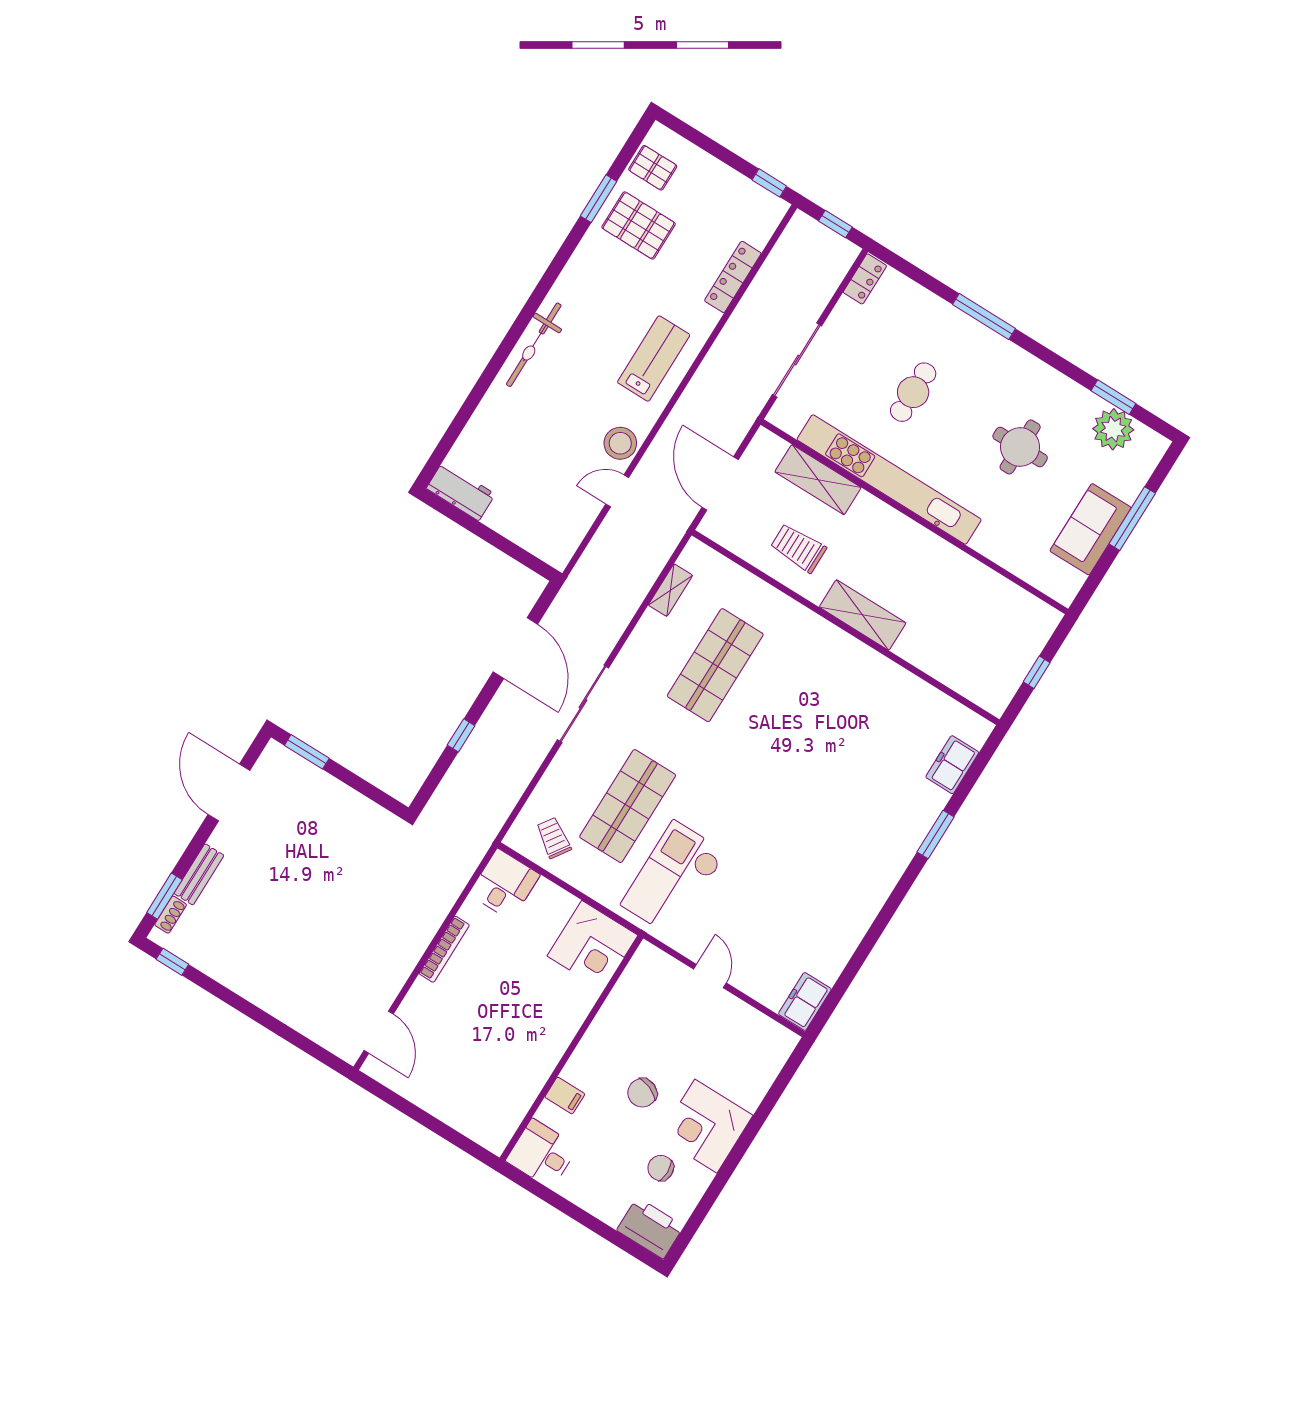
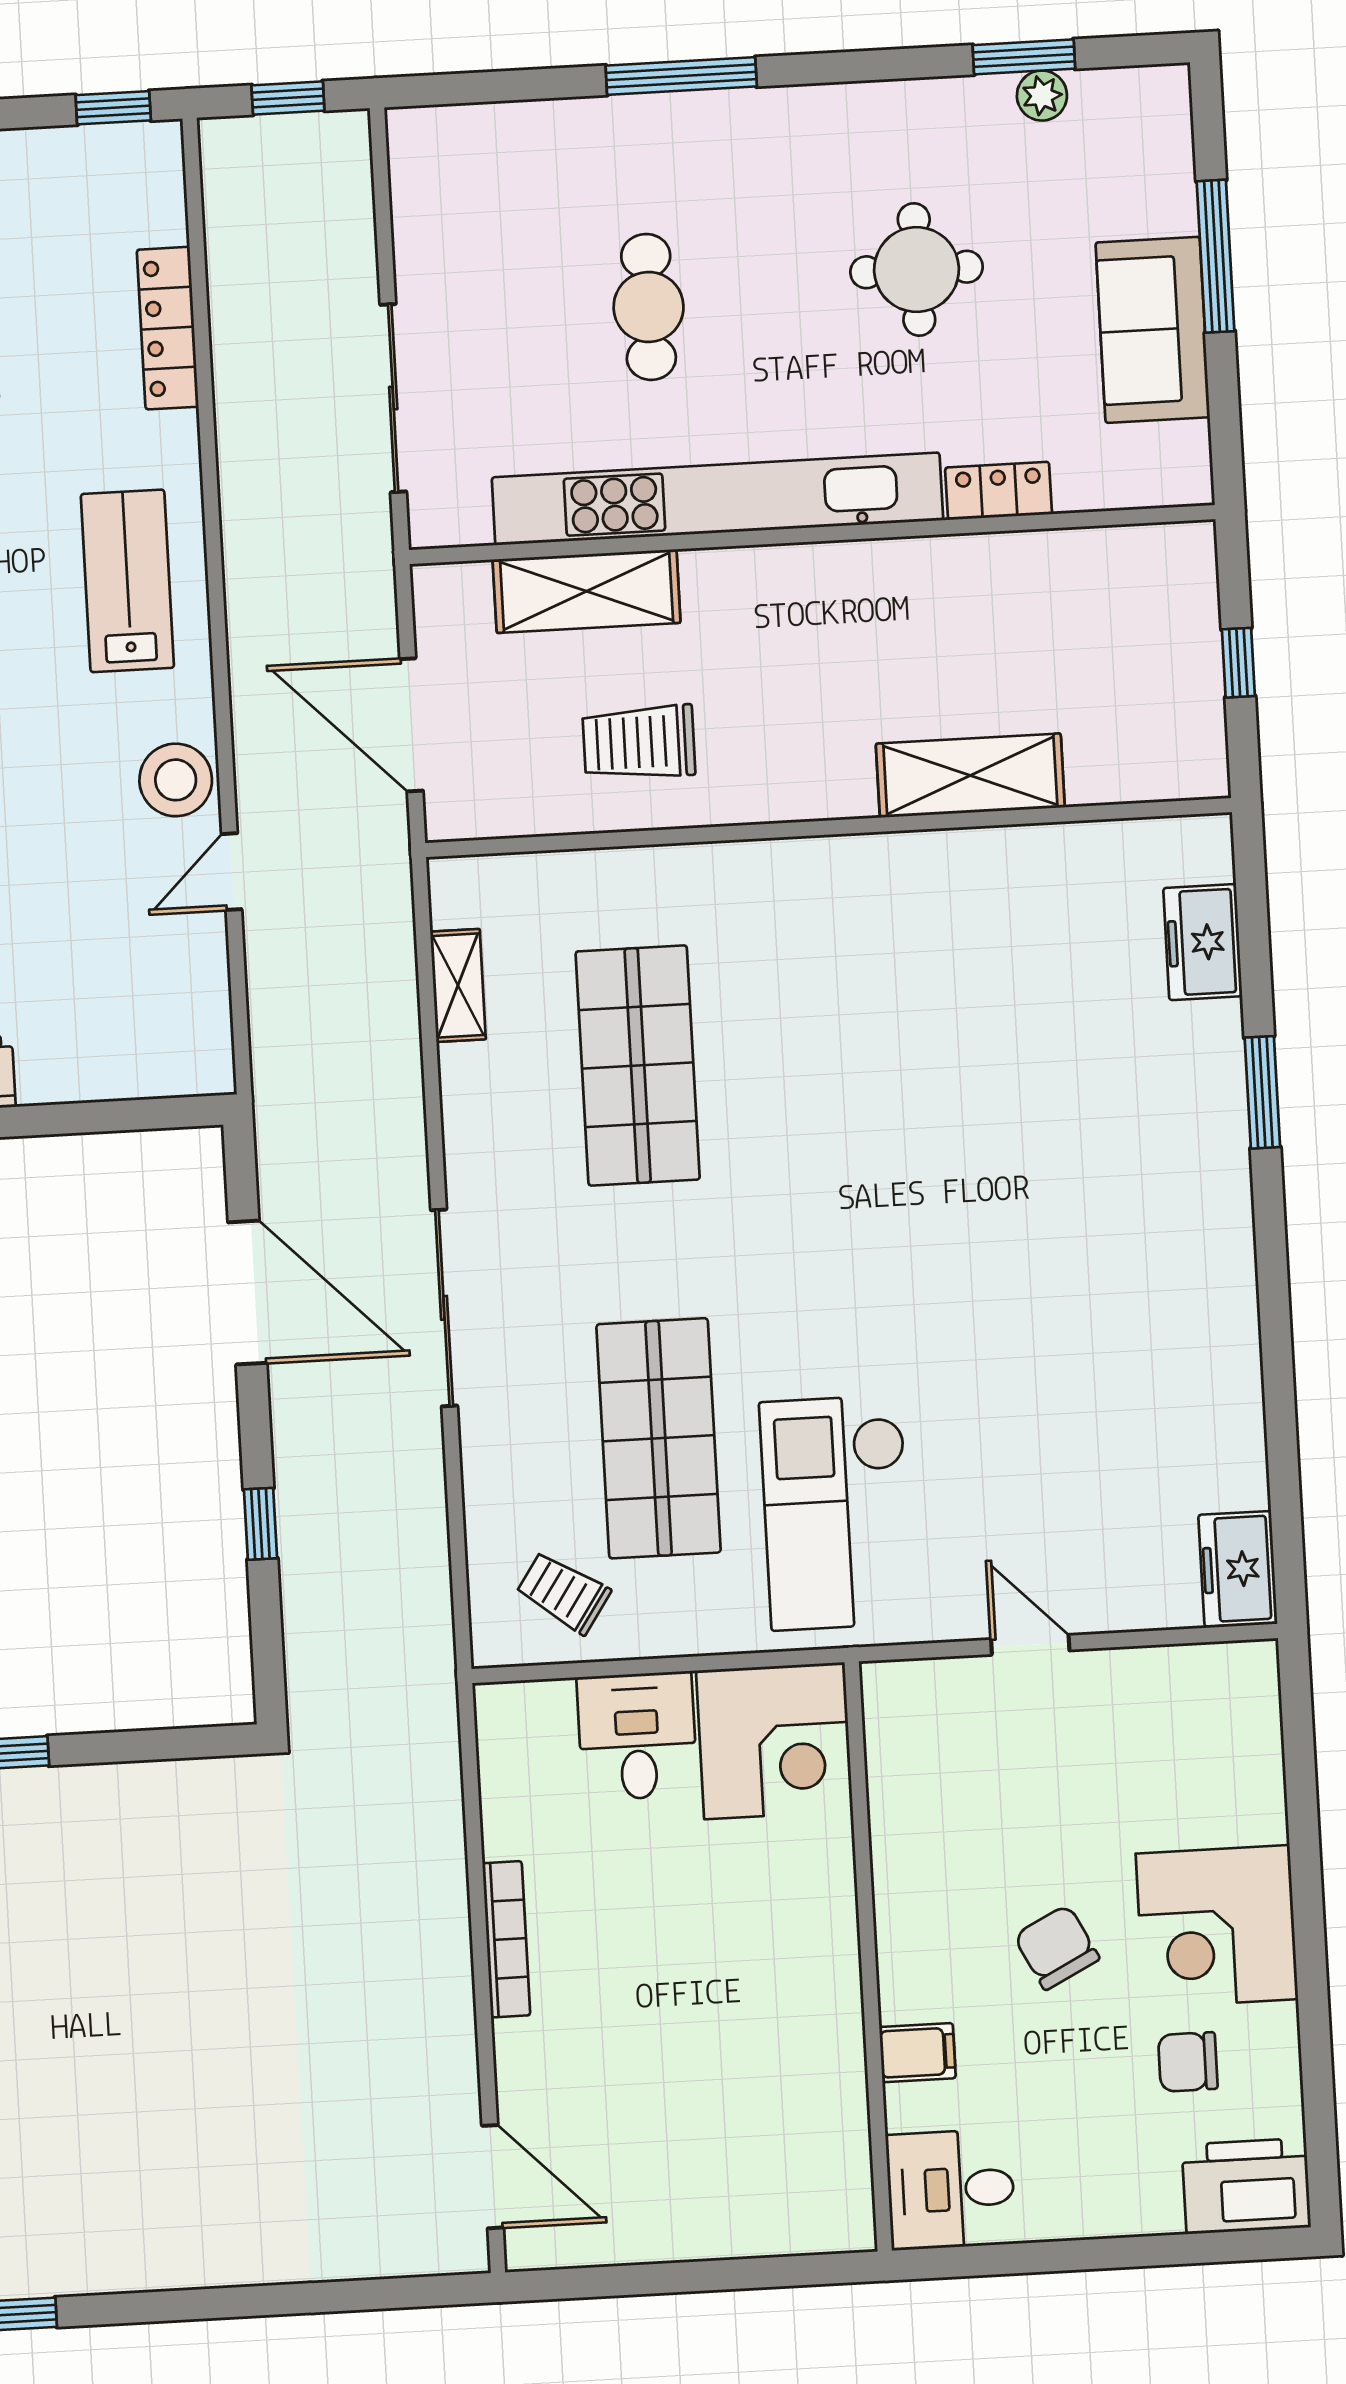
locker: (865, 279) -> (999, 491), moved, turned -90
plant: (1113, 429) -> (1042, 96), width x0.53, depth x0.53
shelving: (863, 615) -> (970, 775), moved
desk: (504, 884) -> (637, 1736), moved
chair: (642, 1093) -> (1057, 1947), turned 131

